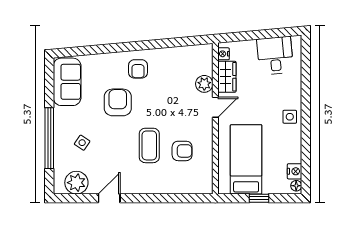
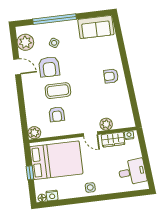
armchair: (118, 102) -> (49, 67), moved, turned 90
bed: (246, 159) -> (56, 160), width x1.50
plant: (204, 185) -> (34, 133), added

